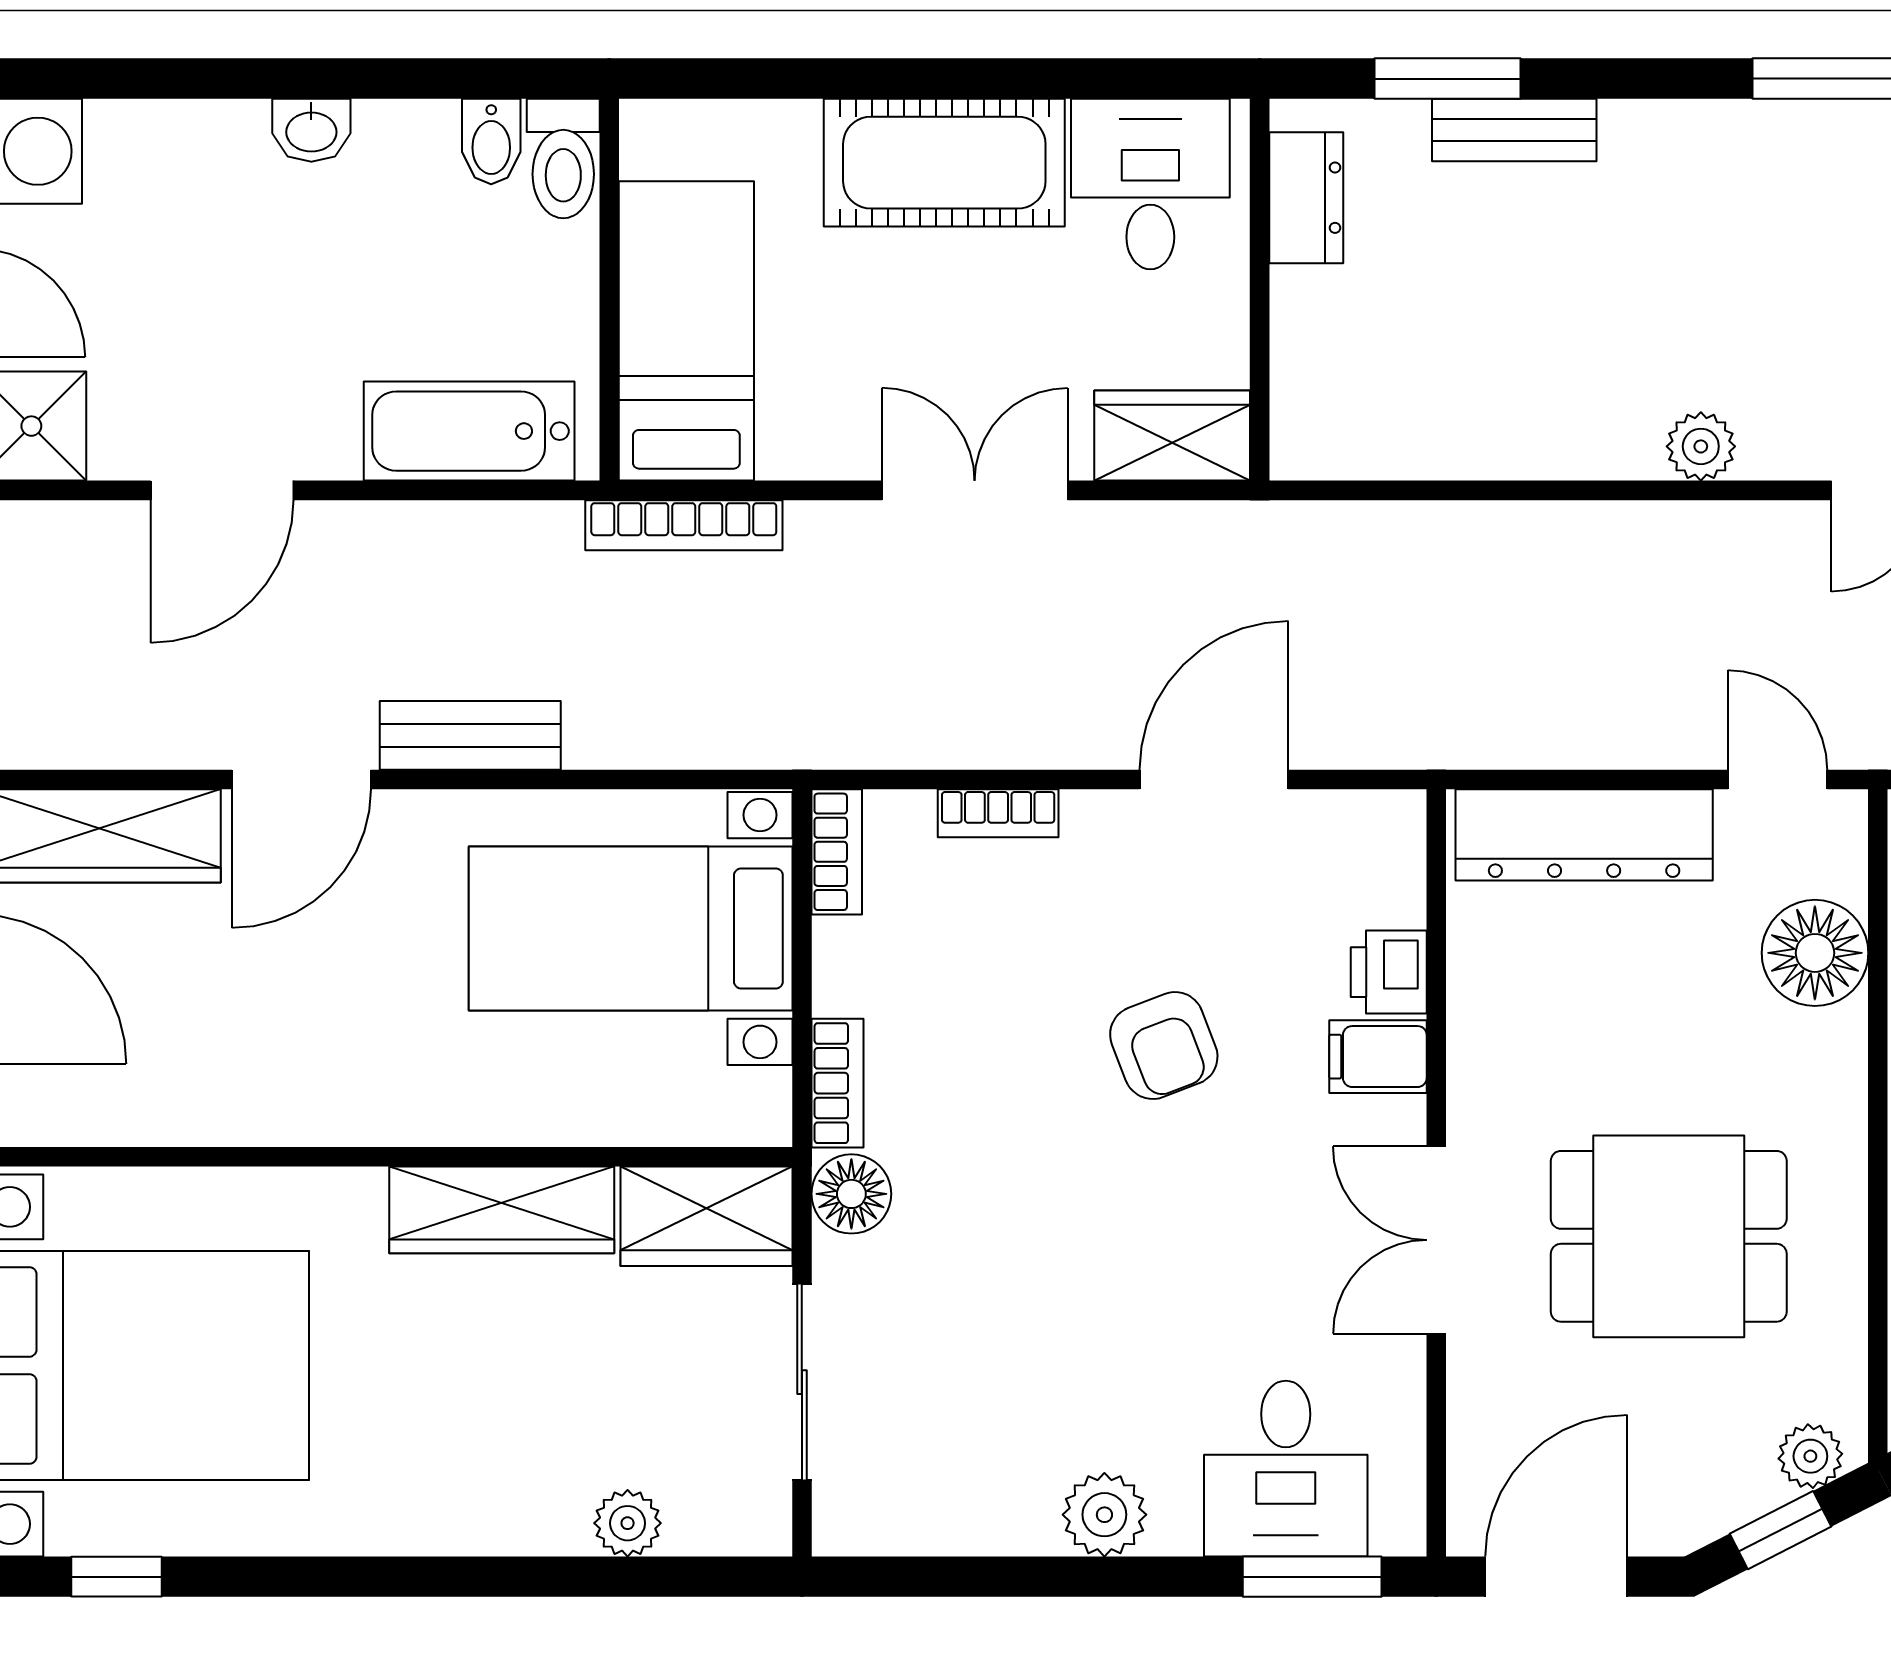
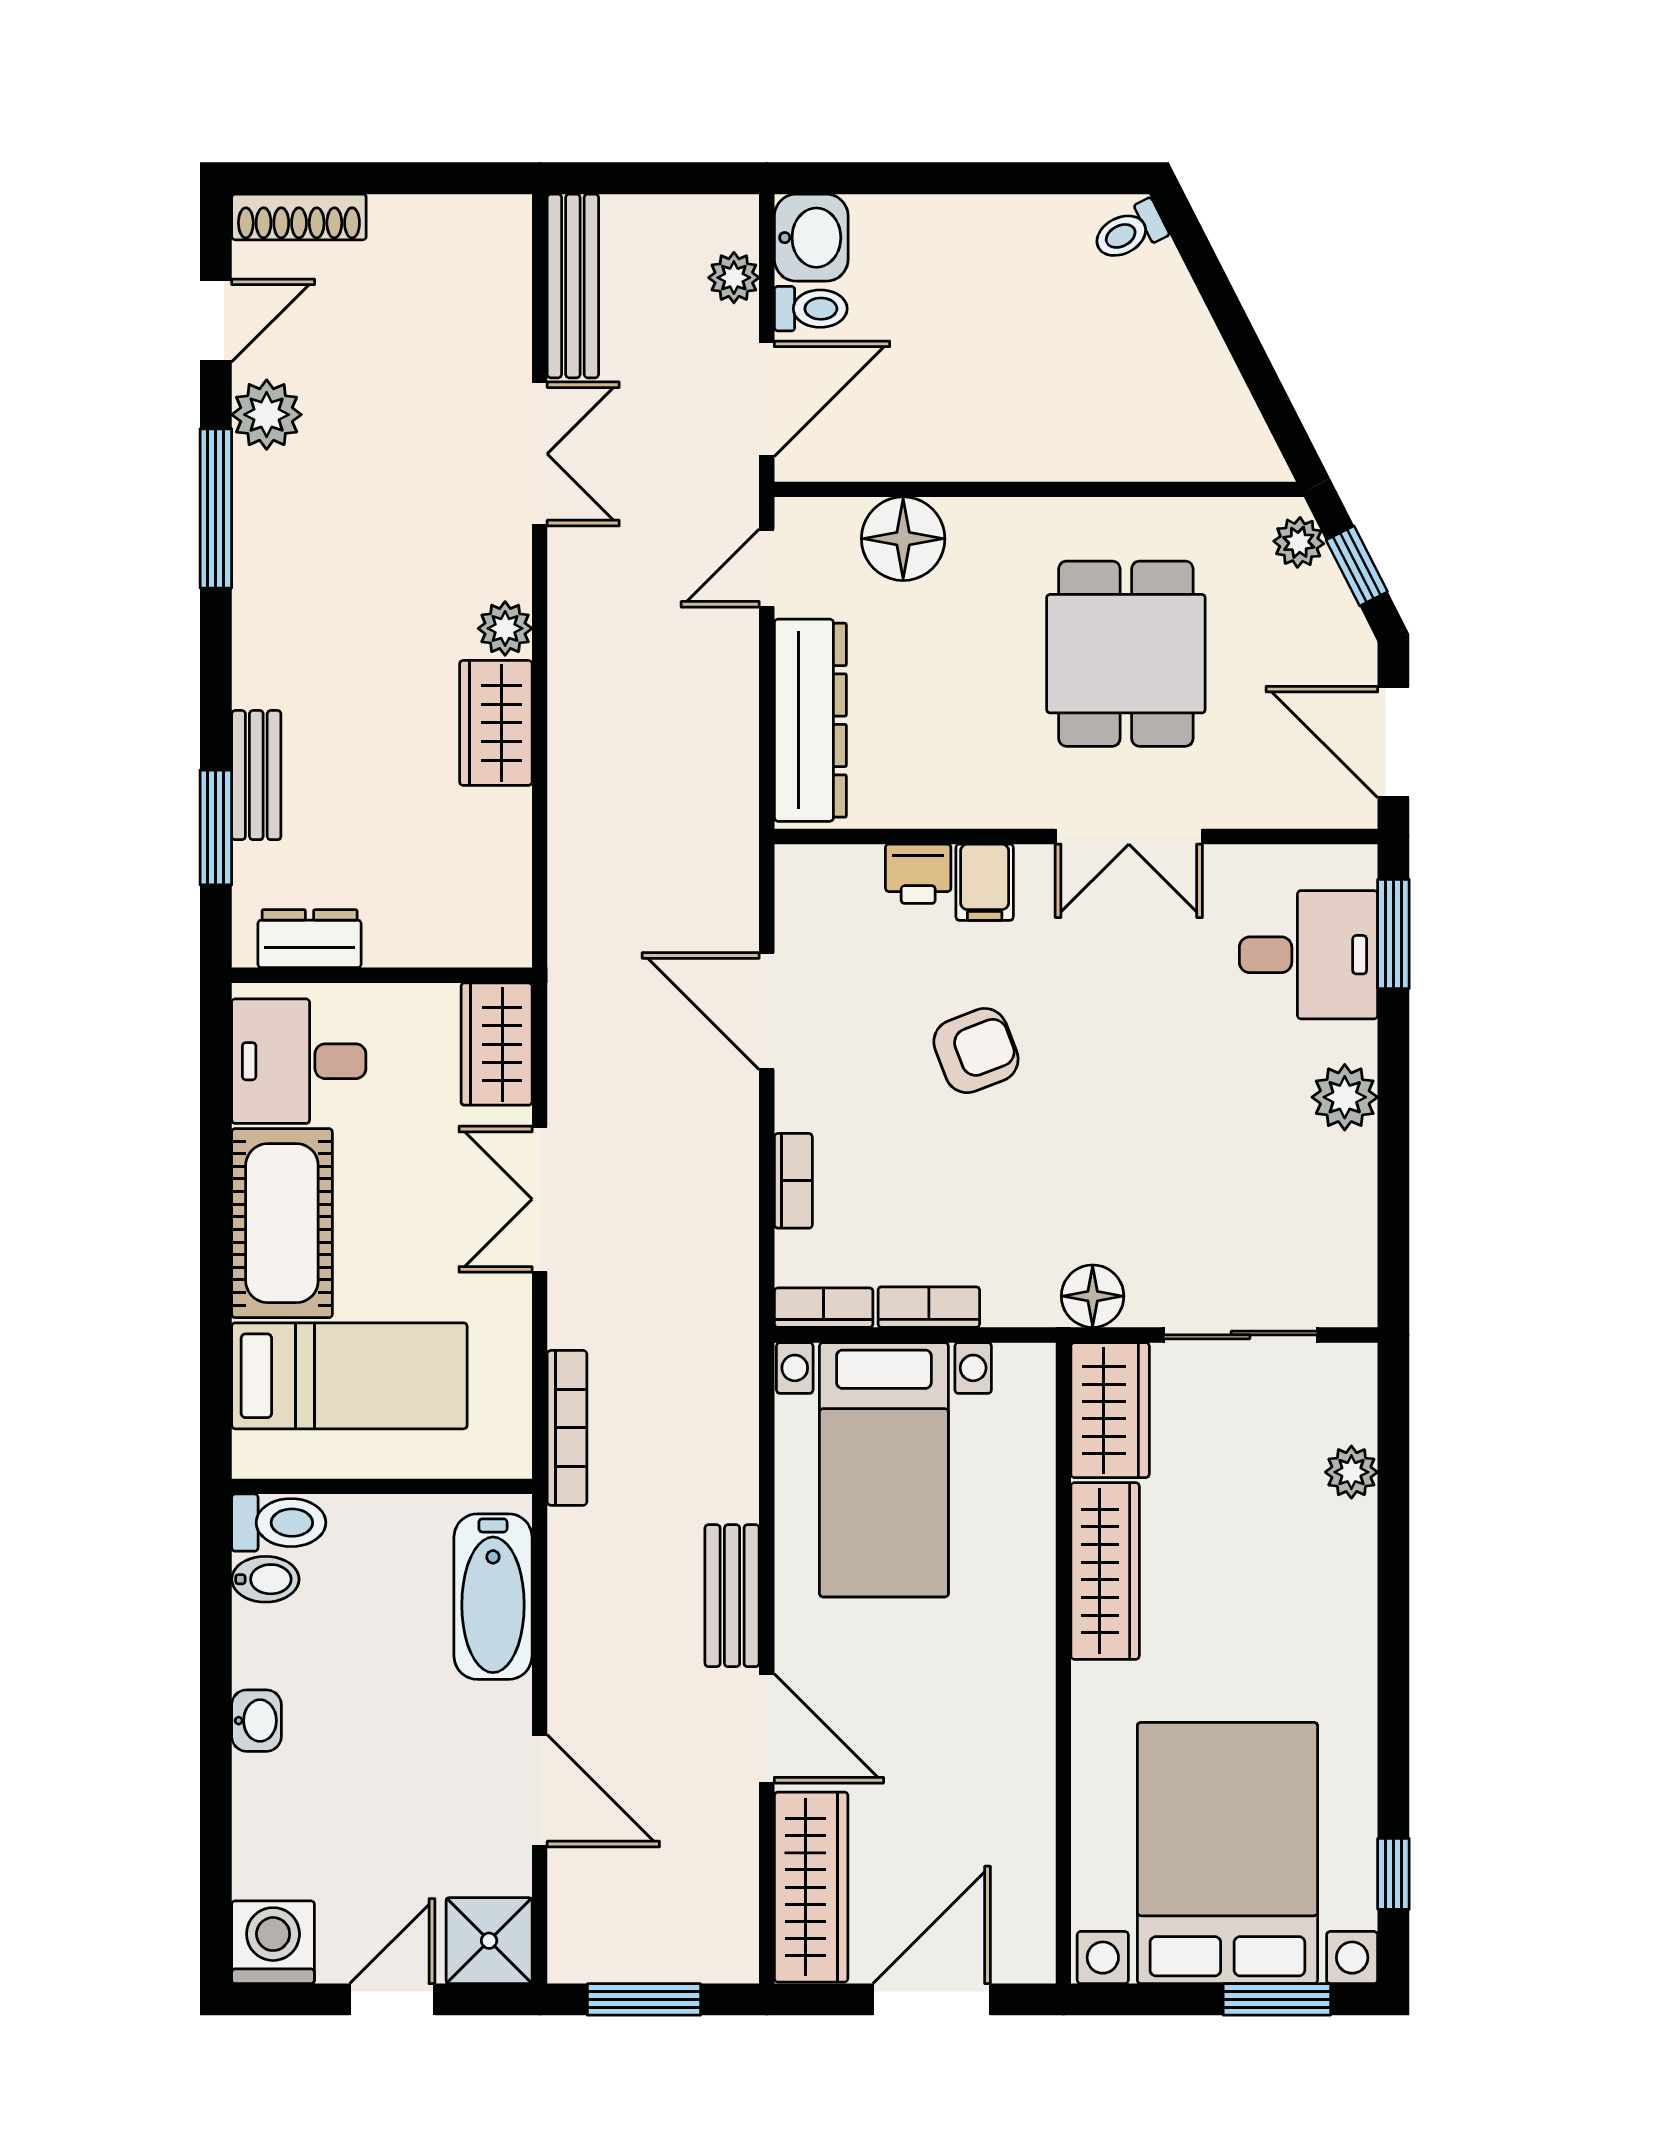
bed: (686, 331) -> (349, 1376), moved, turned 180
wardrobe: (1581, 435) -> (496, 723), added
bookcase: (837, 1083) -> (929, 1307), moved

